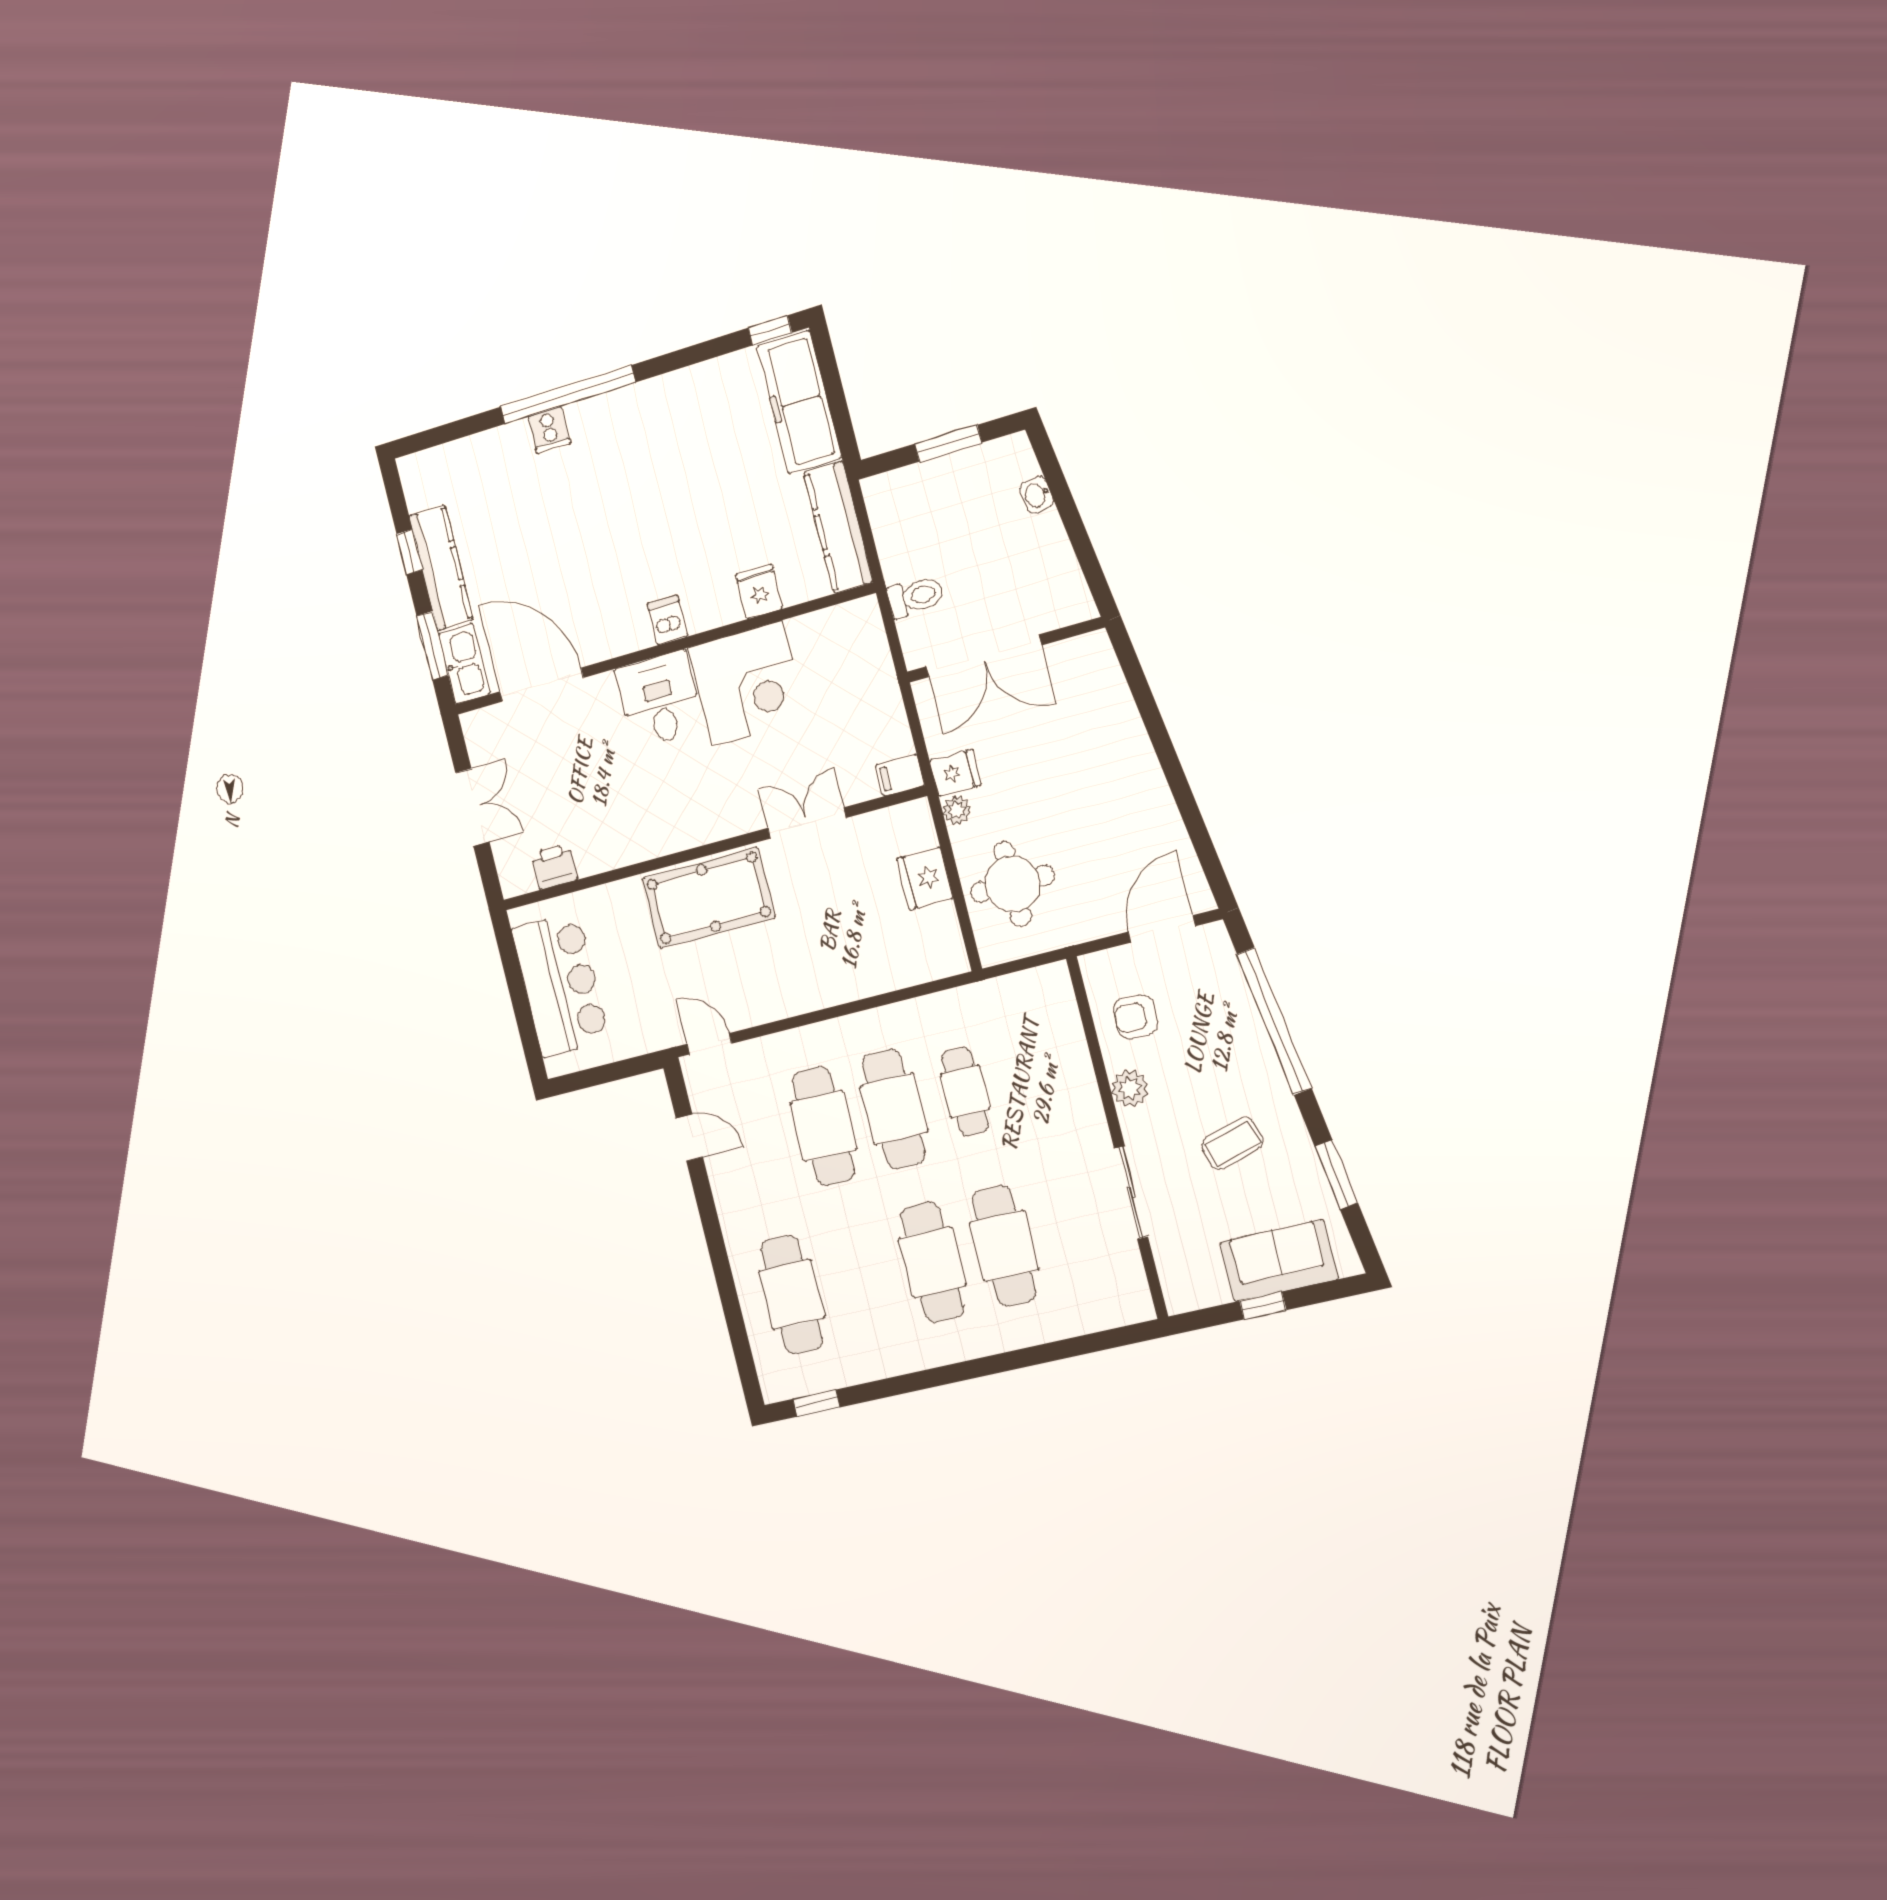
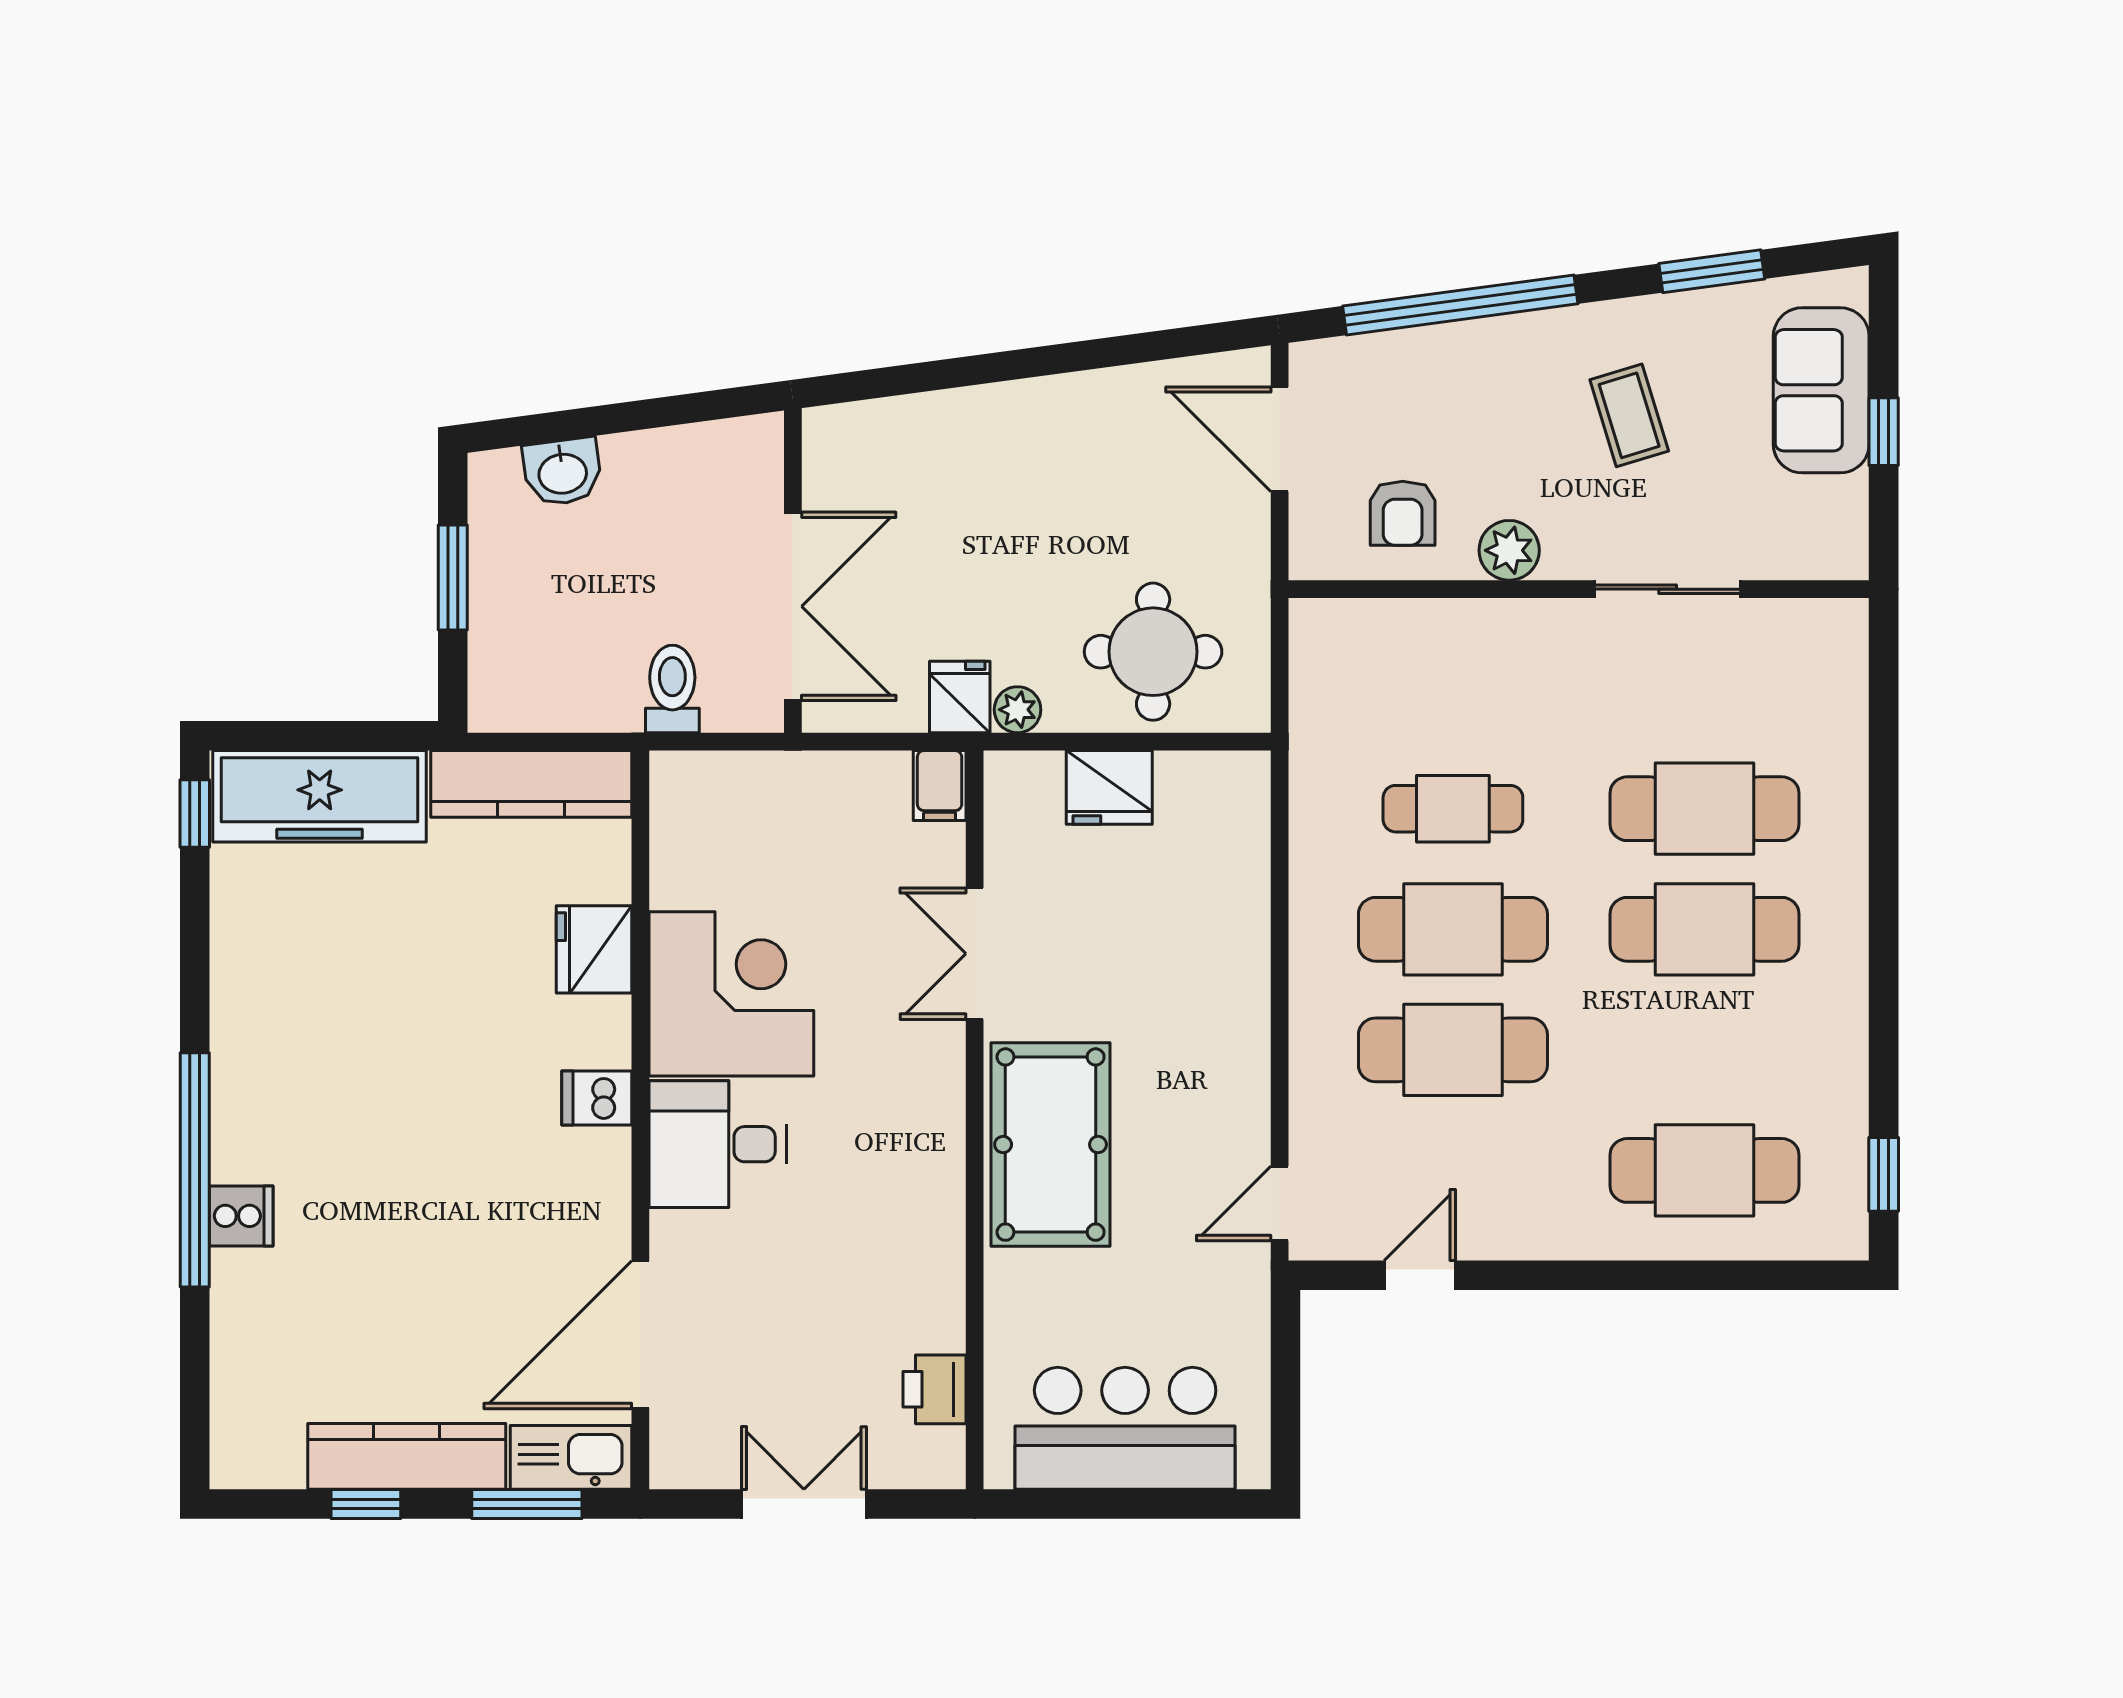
washbasin: (1037, 495) -> (562, 472), width x1.38, depth x1.45
fridge: (759, 591) -> (594, 949), width x1.38

